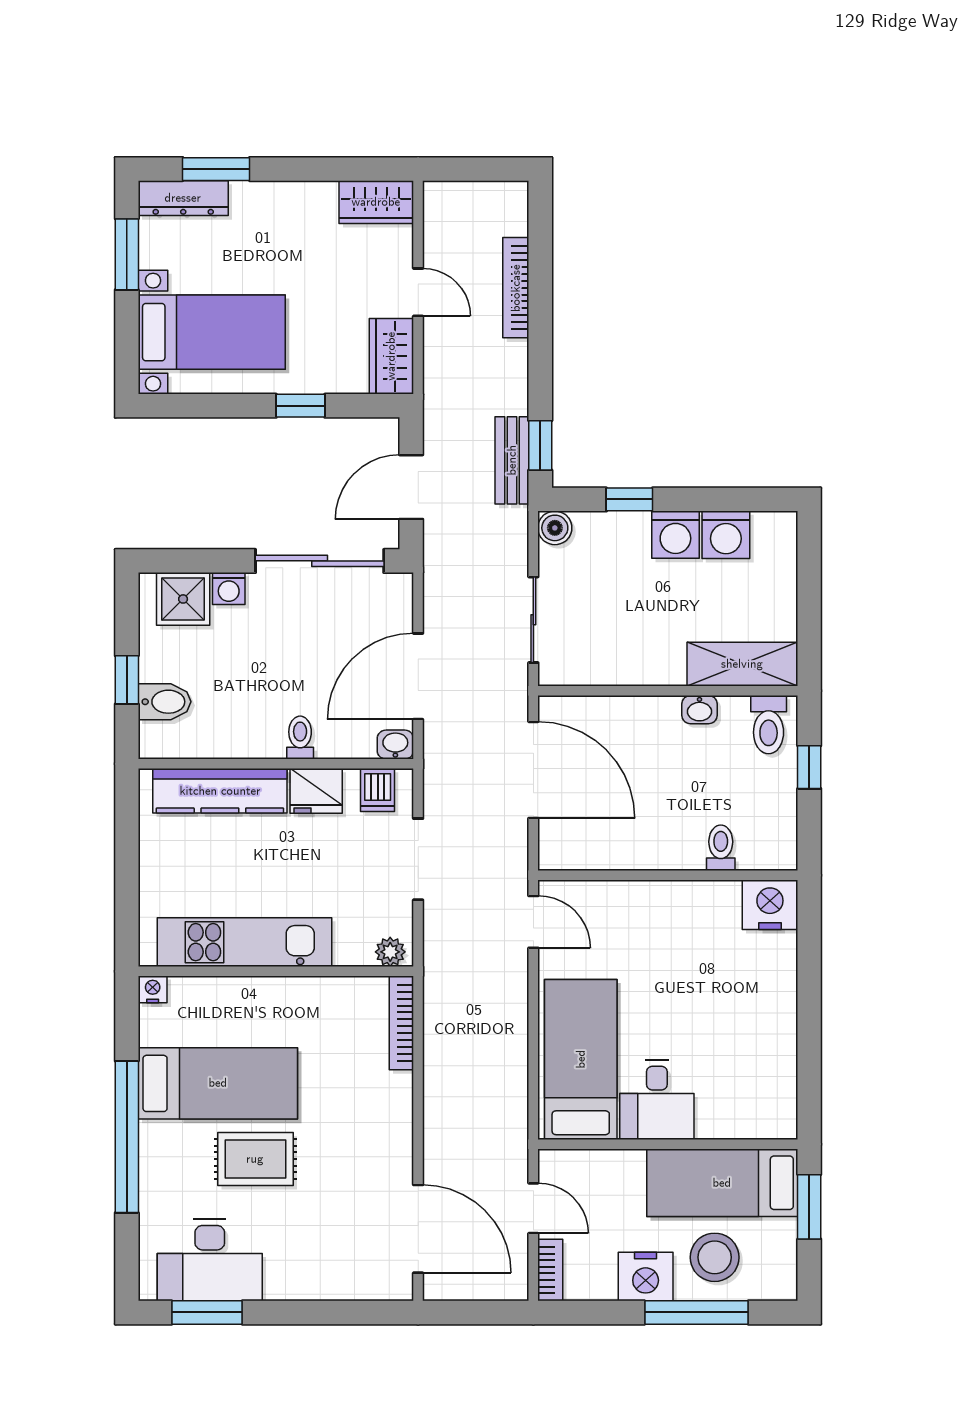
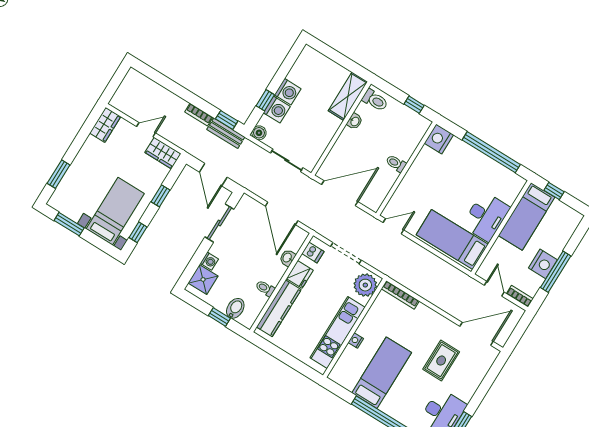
dresser: (183, 198) -> (62, 192), removed
bookcase: (516, 288) -> (199, 115), moved, width x0.64
window: (197, 406) -> (138, 232), added
washing machine: (726, 535) -> (277, 110), moved
sliding door: (320, 561) -> (219, 223), width x0.73
toilet: (300, 738) -> (265, 288), moved
washbasin: (395, 745) -> (287, 258), moved
window: (809, 767) -> (414, 105), moved
toilet: (721, 848) -> (396, 163), moved
plant: (390, 952) -> (365, 285), width x1.87, depth x1.87
nightstand: (153, 989) -> (356, 341), moved
window: (809, 1029) -> (491, 152), added
desk: (657, 1100) -> (486, 217), width x1.37
rug: (255, 1159) -> (441, 361), moved
window: (809, 1207) -> (554, 191), width x0.67
door: (533, 1208) -> (494, 289), hinge flipped
stool: (715, 1257) -> (551, 235), removed
window: (696, 1312) -> (556, 272), moved

